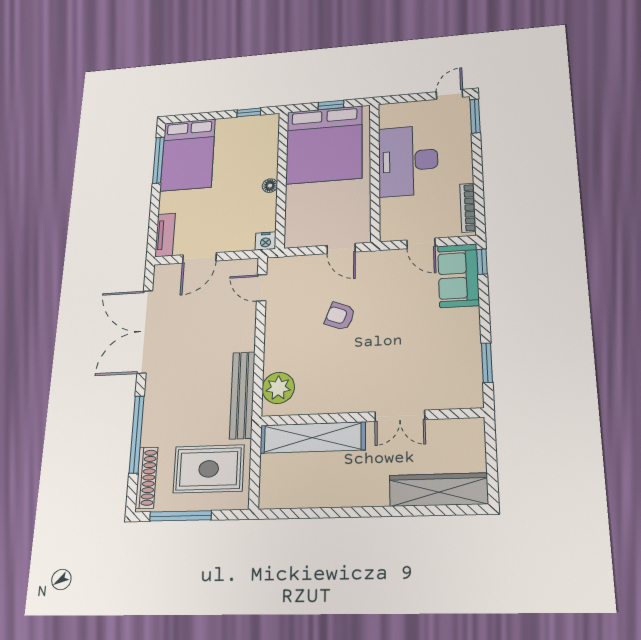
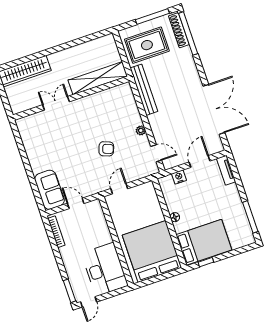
window: (331, 105) -> (157, 279), removed
bed: (188, 155) -> (204, 242), moved, turned 90
desk: (408, 161) -> (105, 269), moved
nightstand: (266, 241) -> (179, 177), moved
door: (341, 249) -> (119, 189), hinge flipped
window: (482, 262) -> (39, 201), removed
window: (487, 363) -> (20, 145), removed
plant: (278, 388) -> (141, 130), moved, width x0.53, depth x0.53
window: (137, 434) -> (188, 33), moved

